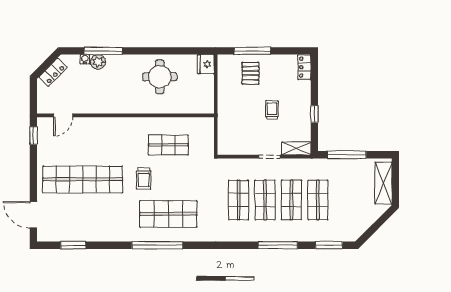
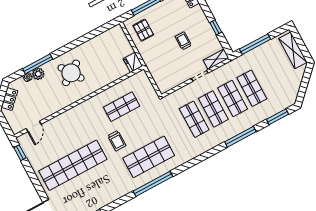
fridge: (206, 64) -> (133, 62), moved
pallet: (250, 73) -> (143, 30), moved
round table: (160, 77) -> (71, 73), moved, turned -34

